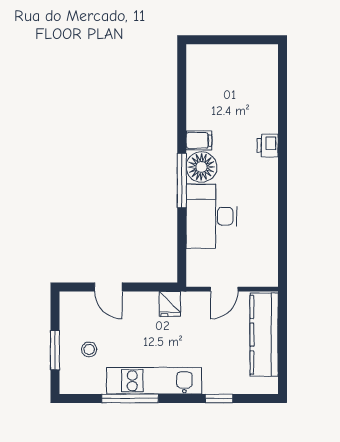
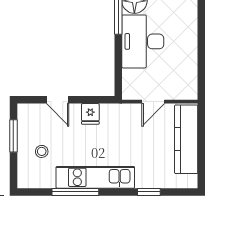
fridge: (170, 304) -> (90, 114), moved
window: (55, 350) -> (13, 136), moved

